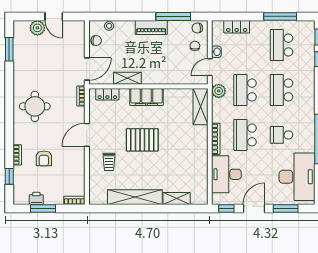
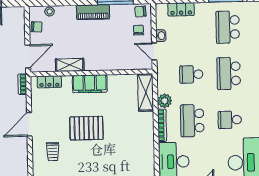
door: (210, 67) -> (154, 52), hinge flipped
school desk: (245, 90) -> (191, 74), width x0.54
plant: (219, 91) -> (165, 101), moved

